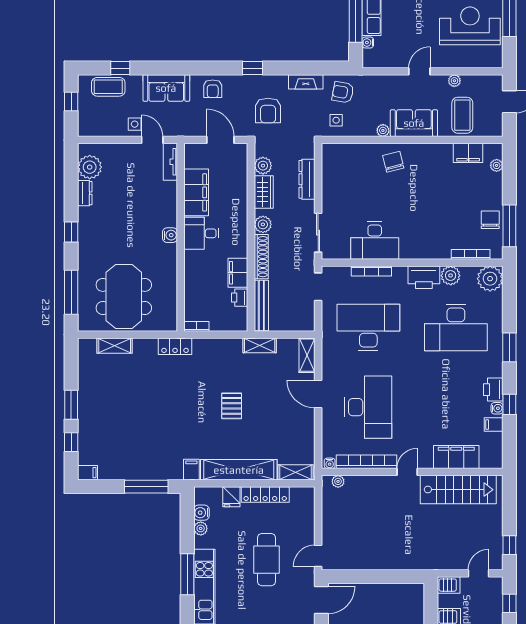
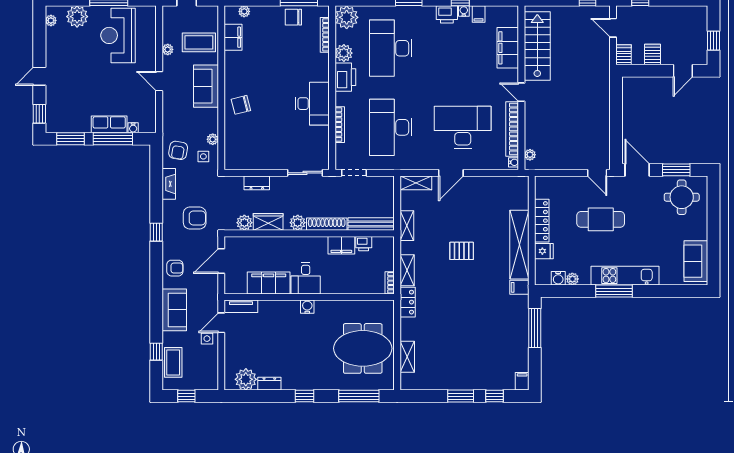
plant: (383, 130) -> (213, 139), moved
dresser: (307, 179) -> (257, 183), width x0.70
desk: (375, 241) -> (312, 104), moved
desk: (456, 327) -> (391, 48), turned 180
shelving: (295, 472) -> (407, 270), moved

